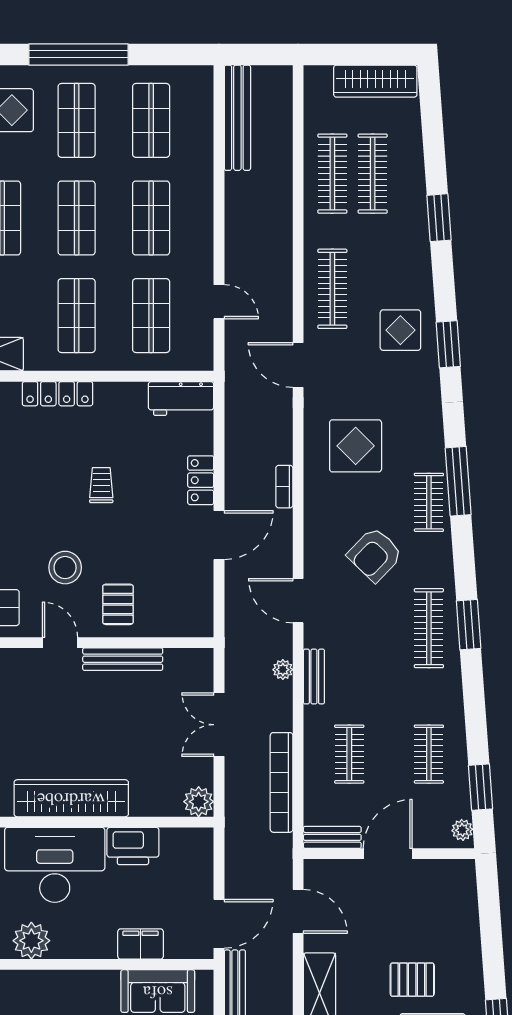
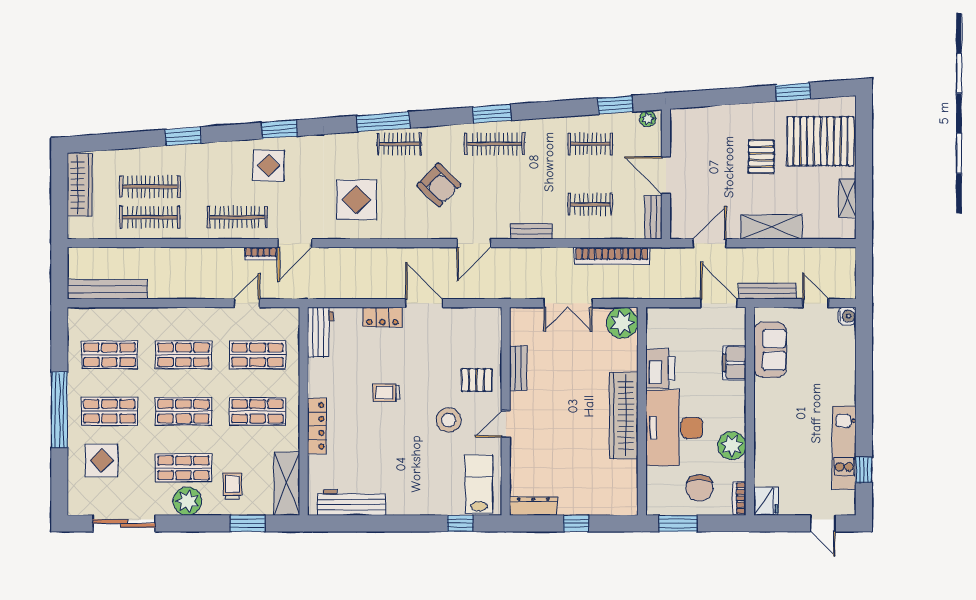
bookcase: (284, 487) -> (261, 254), moved
bench: (123, 659) -> (518, 368), width x0.73
plant: (283, 670) -> (526, 255), removed
plant: (199, 802) -> (622, 323), width x1.36, depth x1.36

